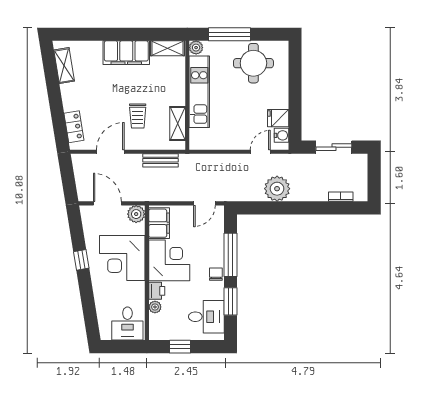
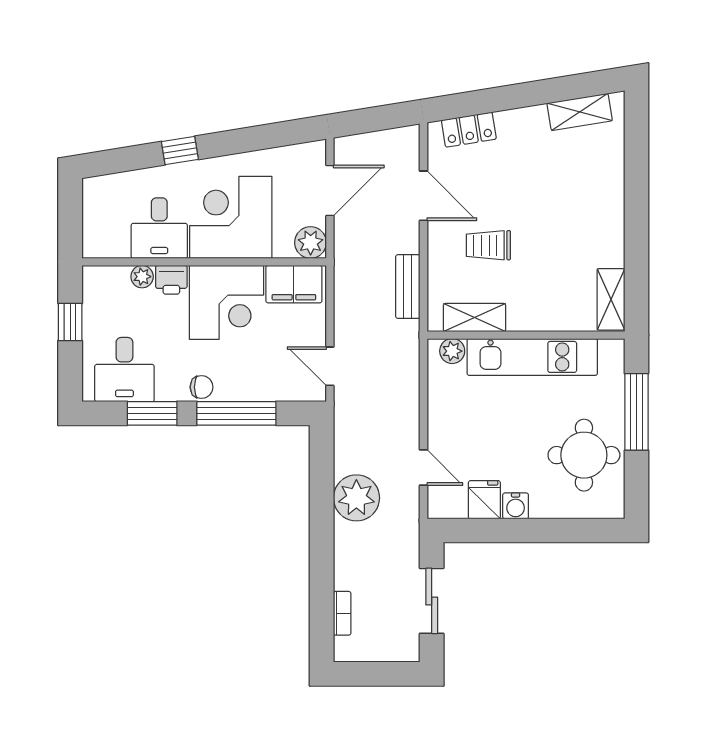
plant: (196, 48) -> (452, 351), moved
filing cabinet: (126, 53) -> (603, 225), removed
water cooler: (281, 135) -> (516, 506), moved
window: (81, 260) -> (180, 151), moved
desk: (127, 324) -> (159, 228), moved, turned -90

